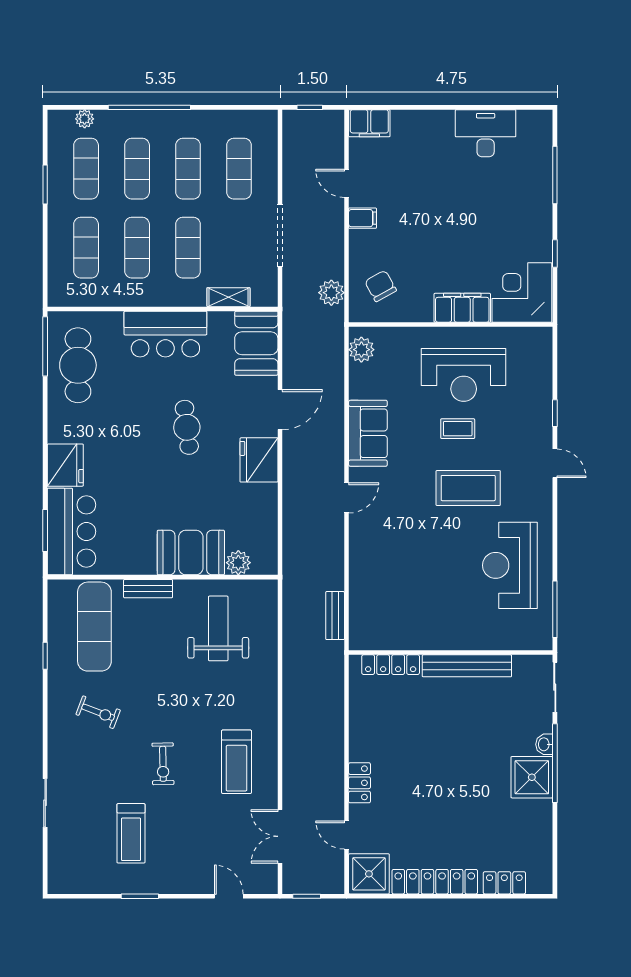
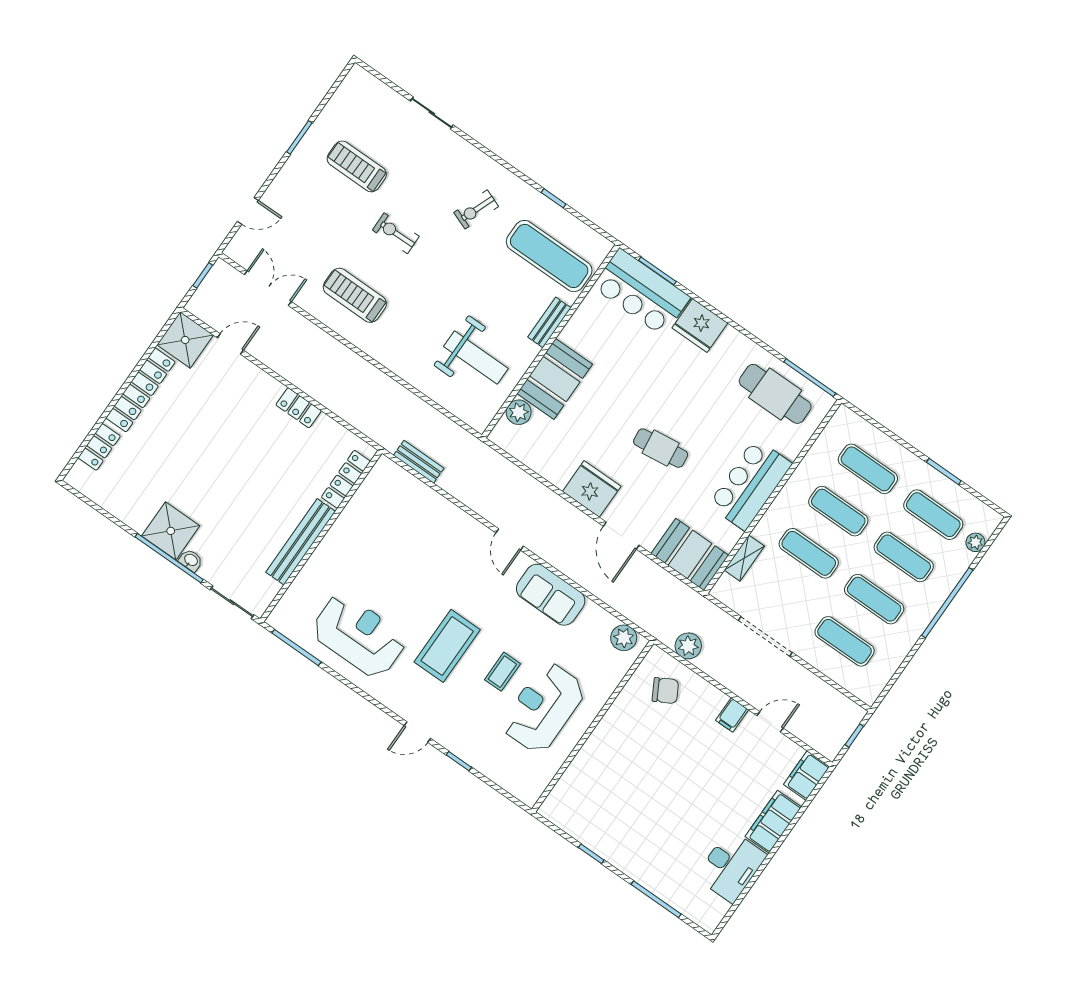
corner desk: (522, 293) -> (578, 804), removed
filing cabinet: (462, 308) -> (773, 822), moved, turned 180
locker: (360, 783) -> (299, 408), moved

